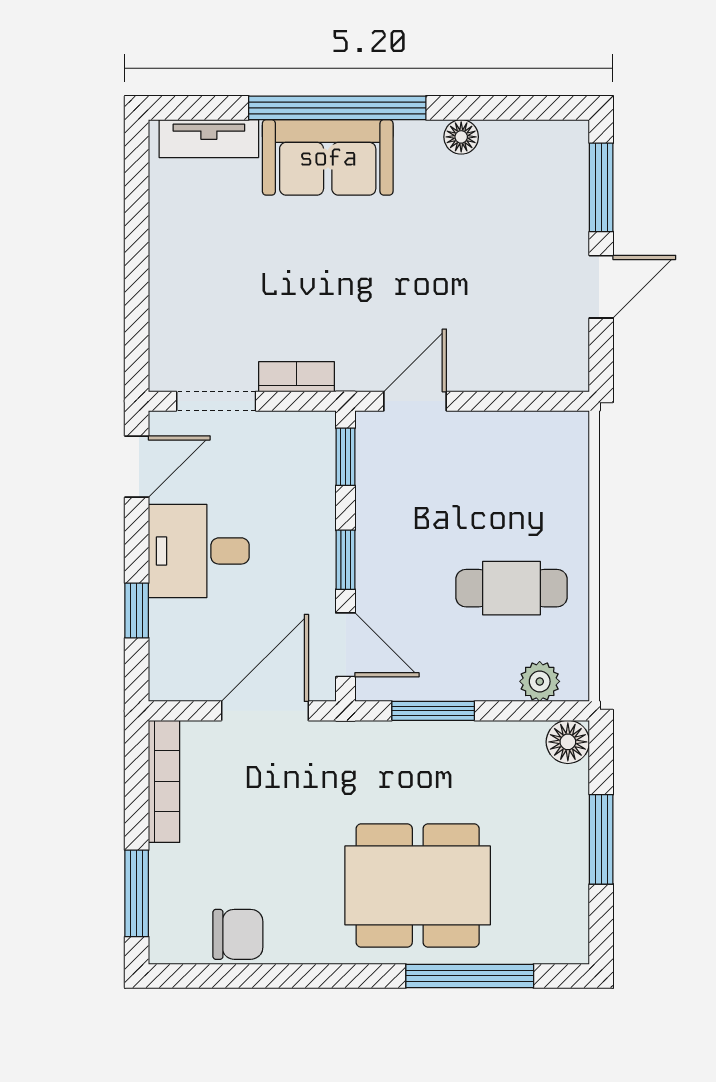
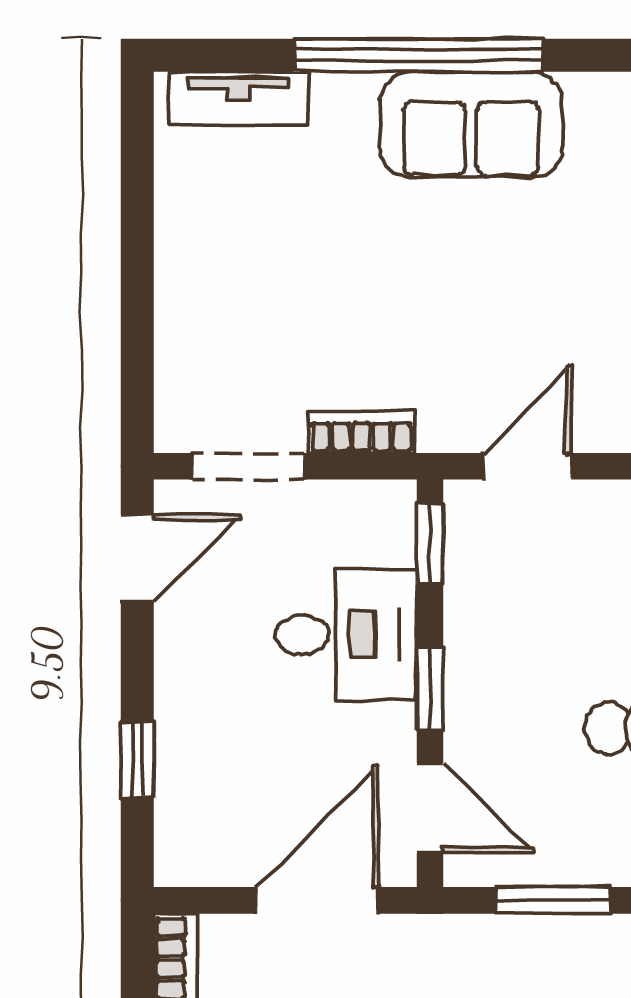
floor lamp: (461, 137) -> (592, 96), removed
sofa: (328, 157) -> (471, 125), moved
desk: (199, 551) -> (346, 635), moved, turned 180

